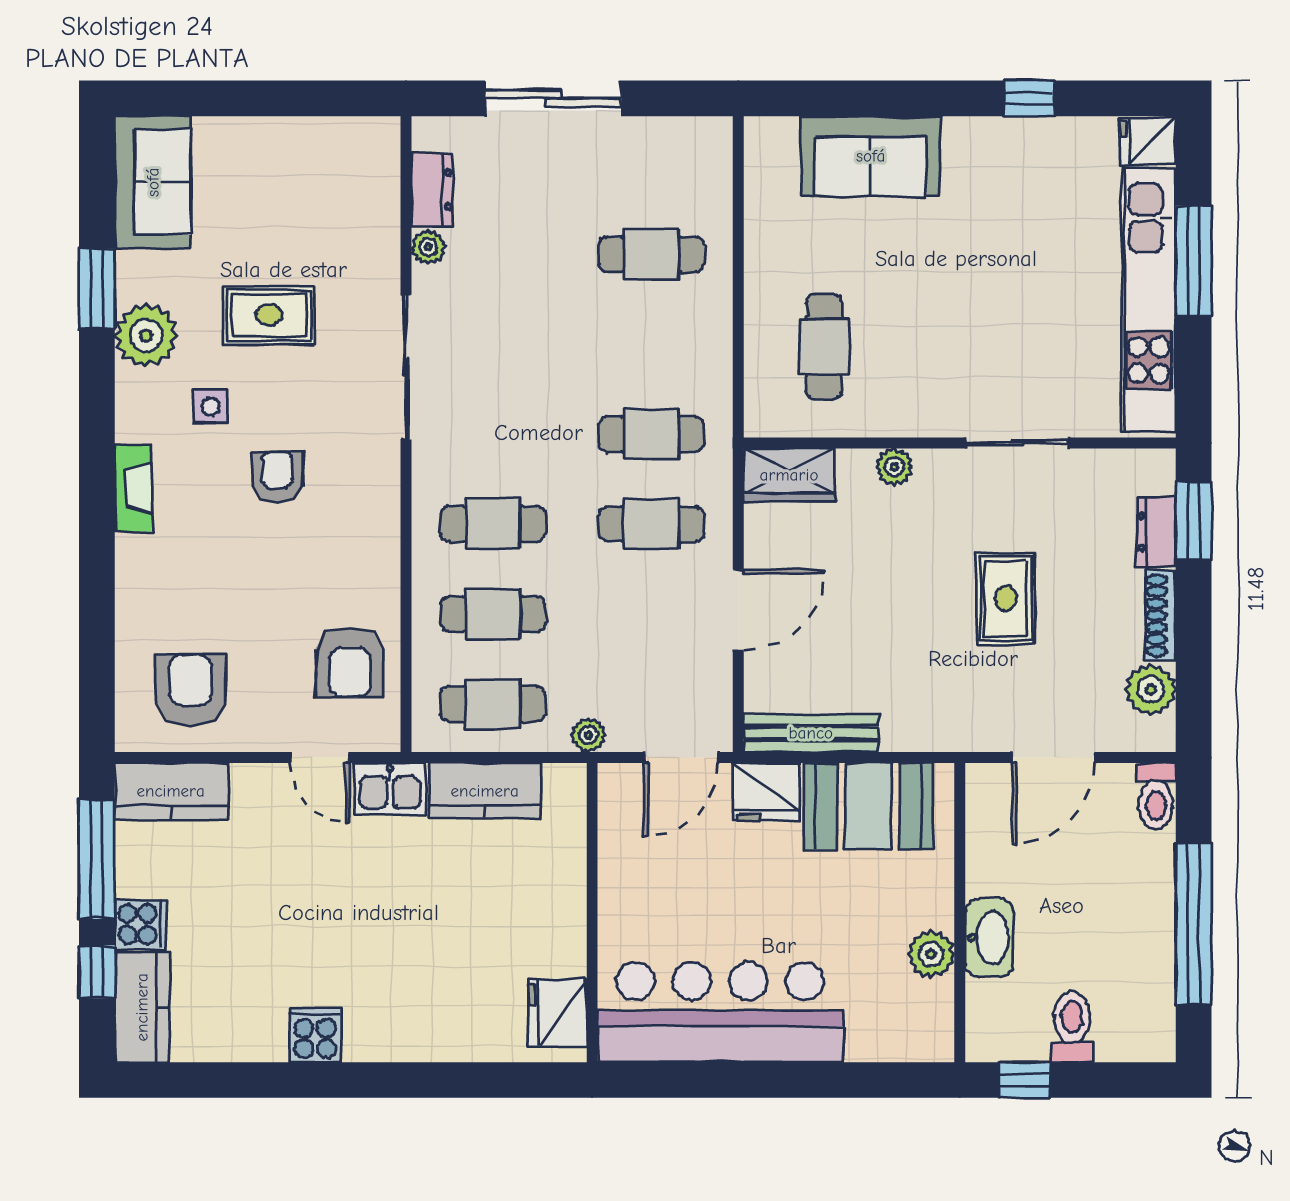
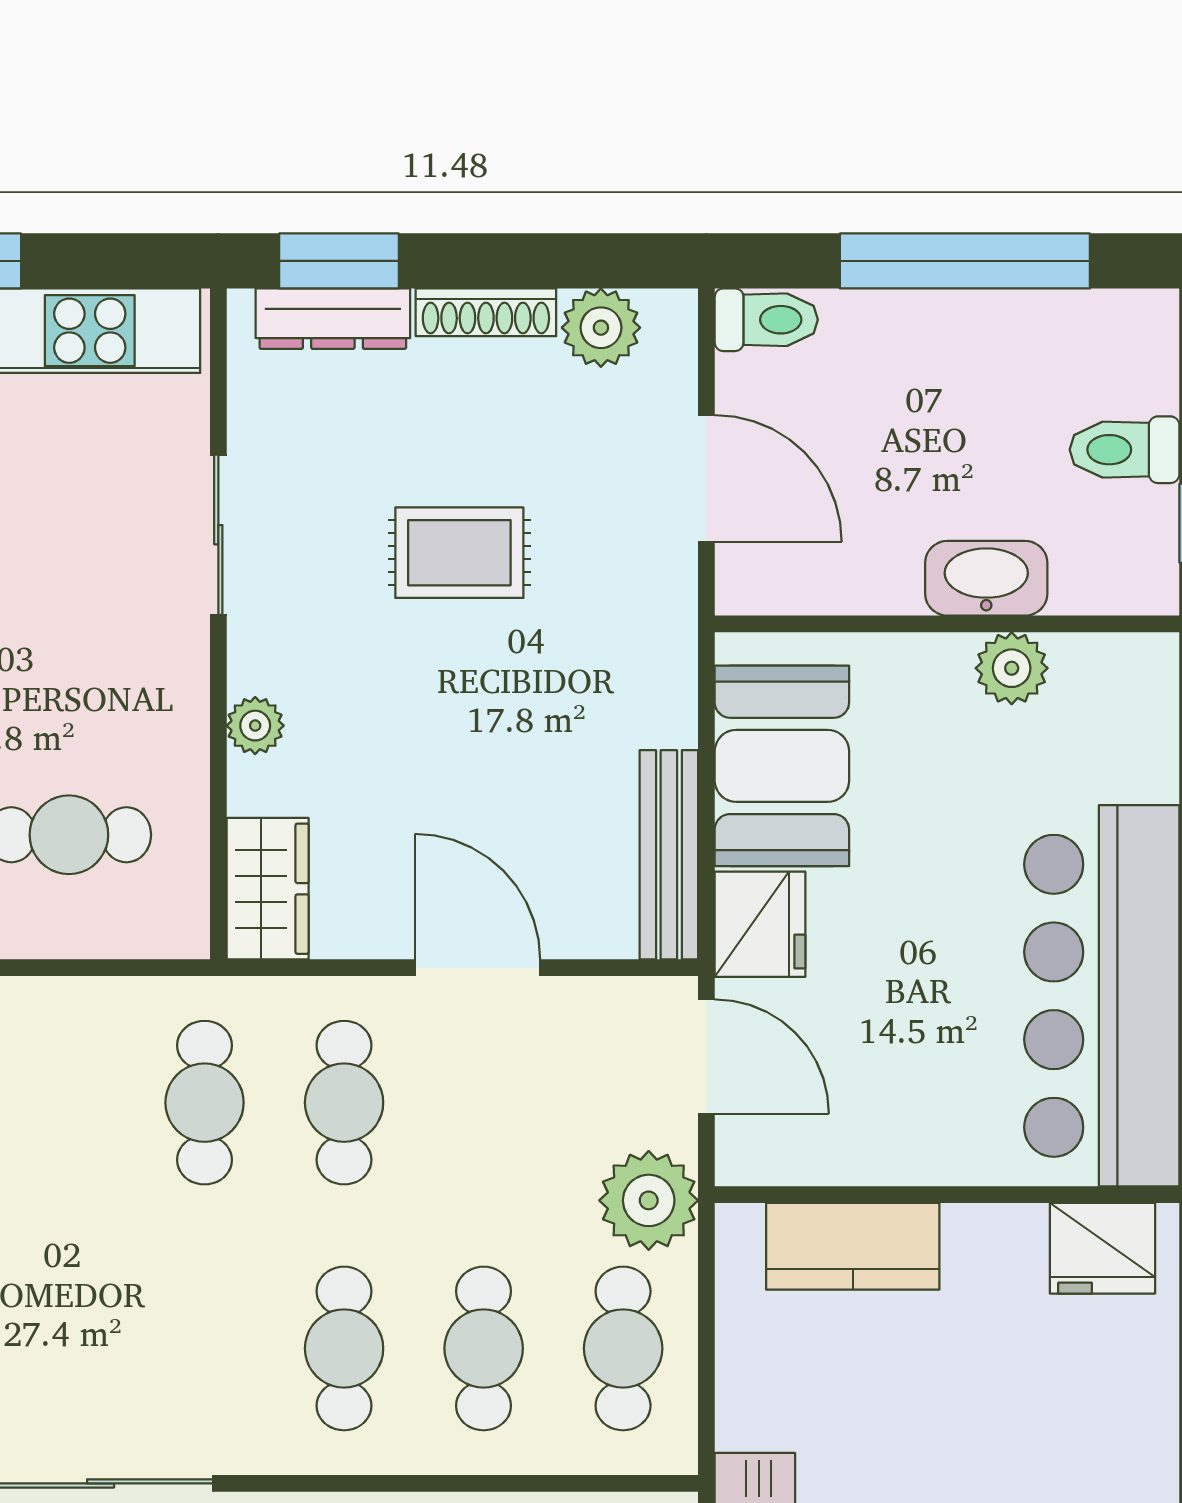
dresser: (1156, 532) -> (333, 319), width x1.44
plant: (588, 735) -> (649, 1200), width x1.88, depth x1.88
kitchen counter: (485, 791) -> (853, 1246), moved, turned 90

